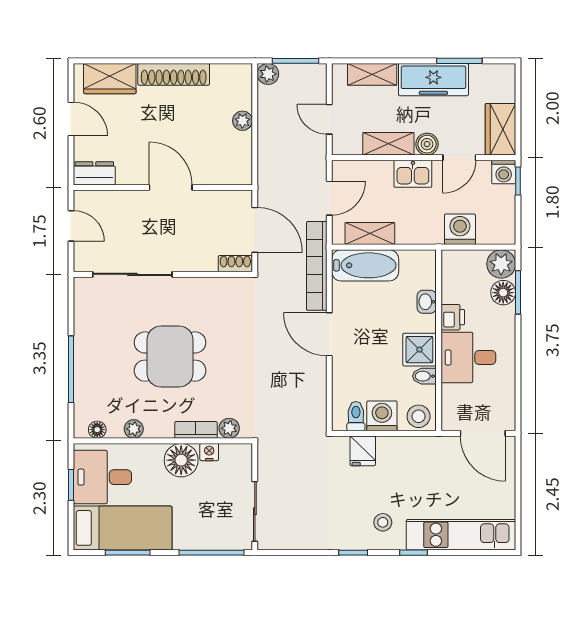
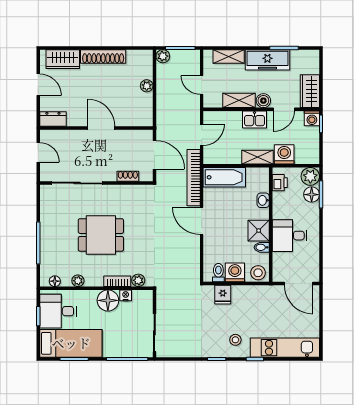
shelving: (370, 233) -> (258, 157), moved
shoe rack: (235, 264) -> (128, 176), moved
printer: (453, 317) -> (280, 183), moved

